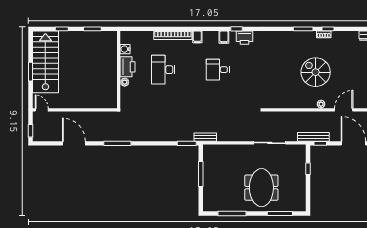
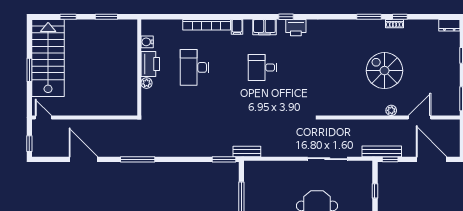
filing cabinet: (224, 37) -> (264, 27), width x2.00

